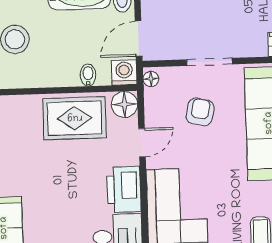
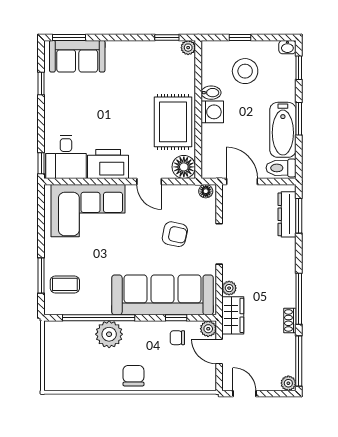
plant: (259, 49) -> (229, 288), added
washing machine: (124, 73) -> (212, 112), moved
bidet: (88, 75) -> (211, 93), moved

